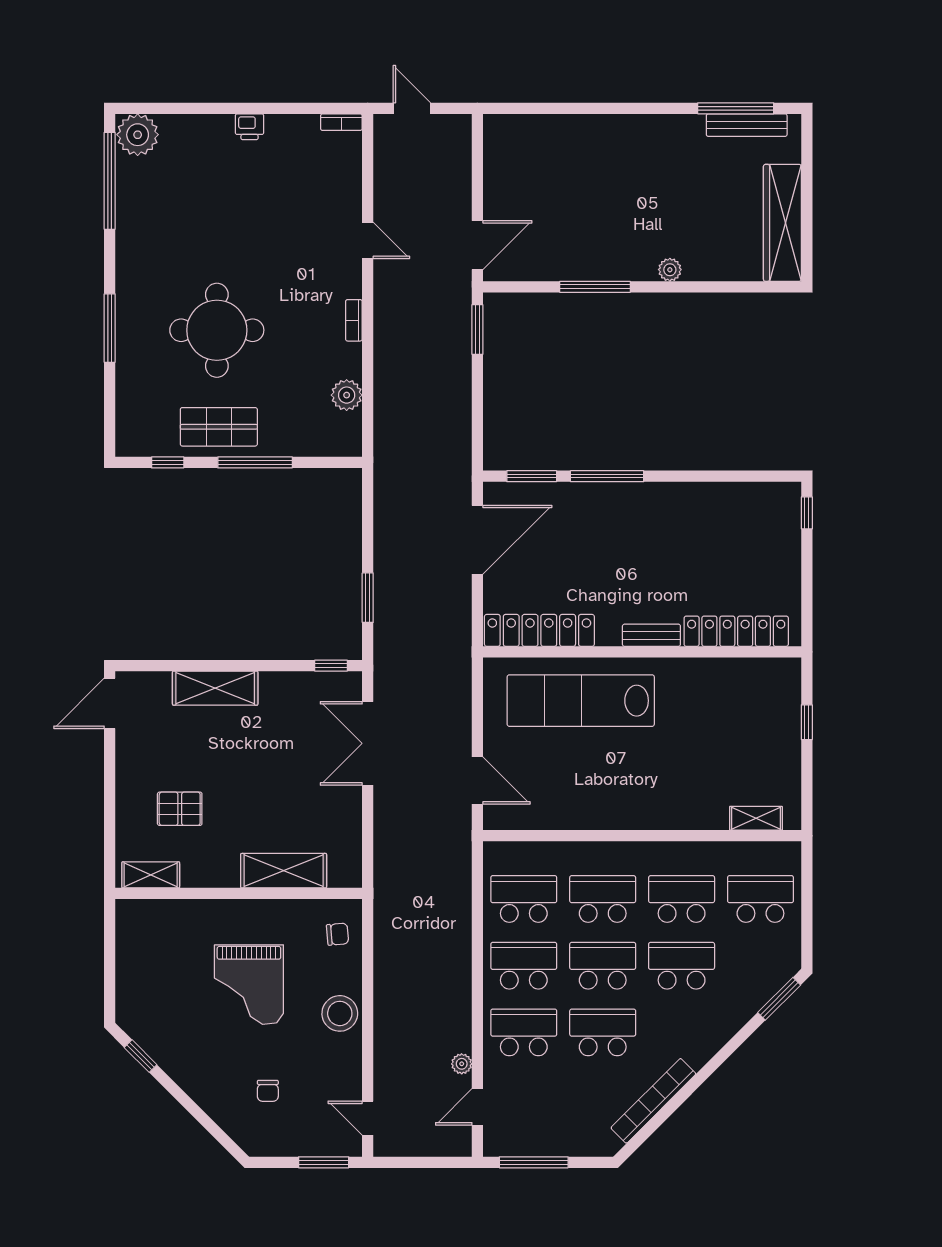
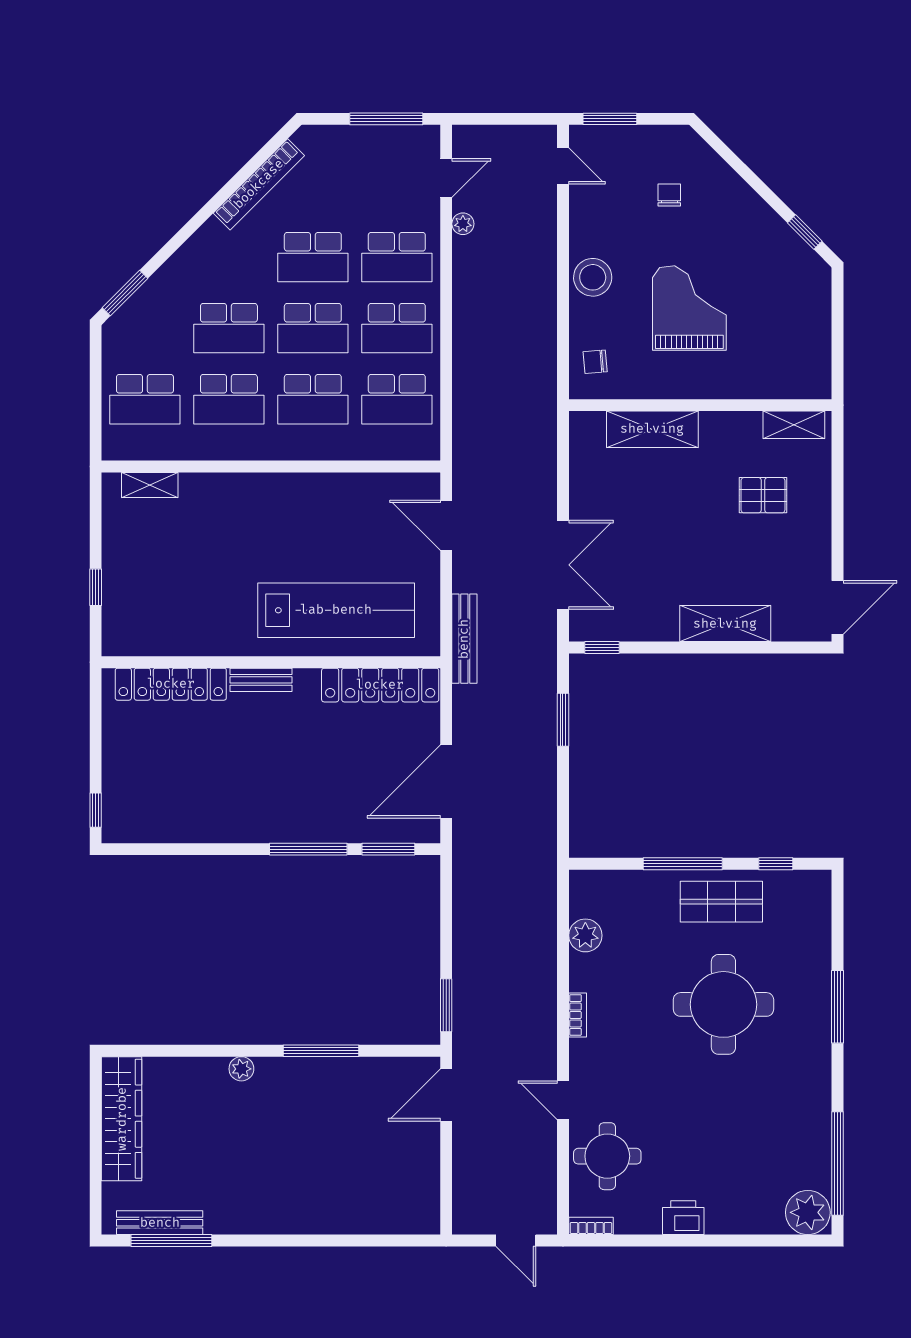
printer: (250, 127) -> (683, 1218), width x1.36, depth x1.24
round table: (326, 188) -> (607, 1156), added
bench: (460, 674) -> (464, 639), added

